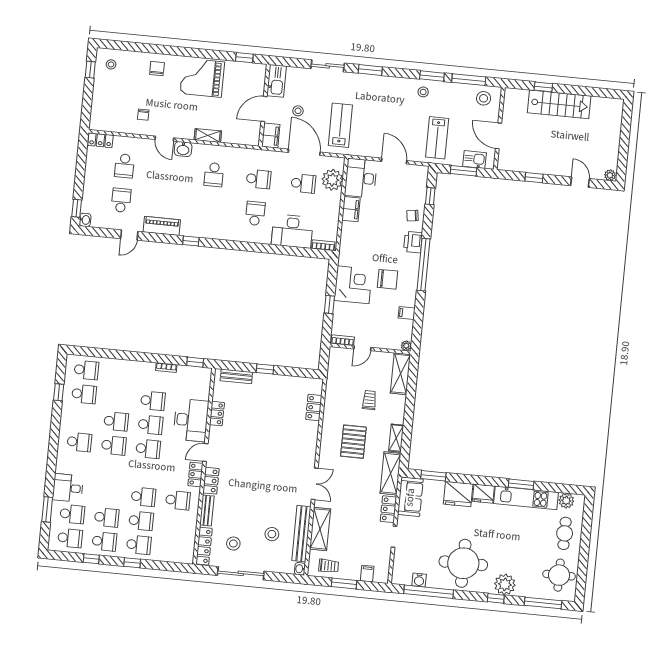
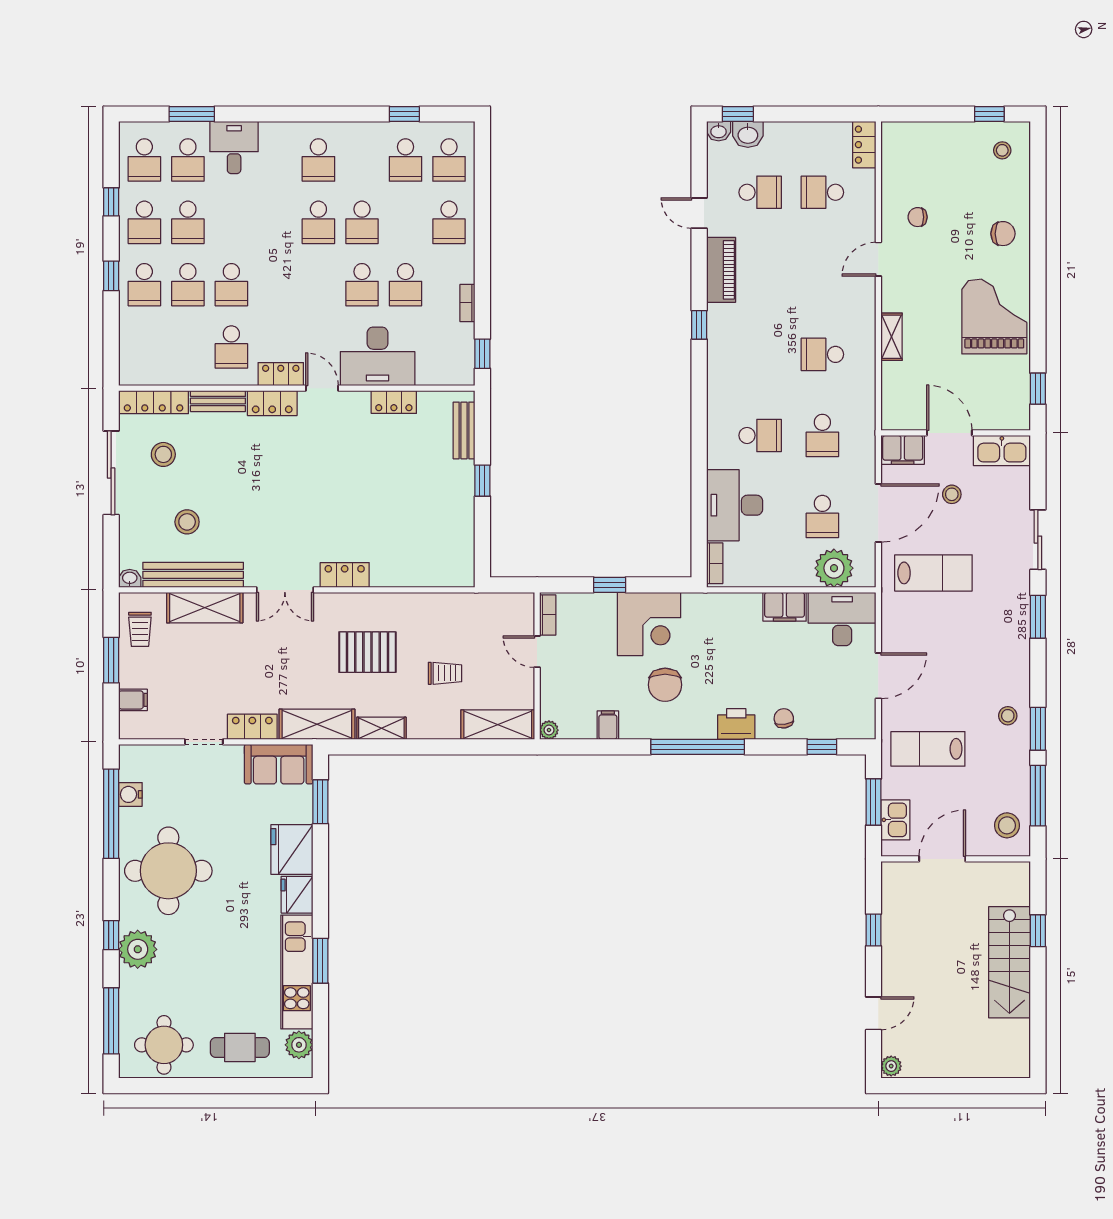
washbasin: (183, 149) -> (748, 134), moved, turned -90
locker: (314, 408) -> (345, 575), moved
school desk: (148, 449) -> (449, 222), moved

